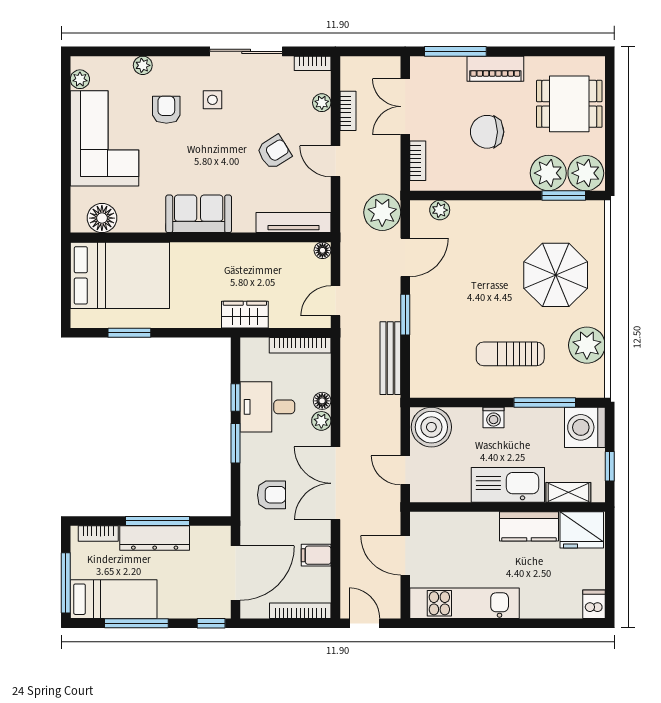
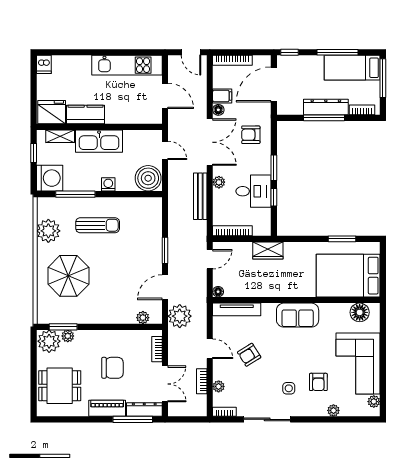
dresser: (437, 67) -> (144, 409), added
plant: (548, 173) -> (68, 336), width x0.53, depth x0.53
bench: (390, 358) -> (200, 196), moved
floor lamp: (322, 401) -> (218, 110), moved

